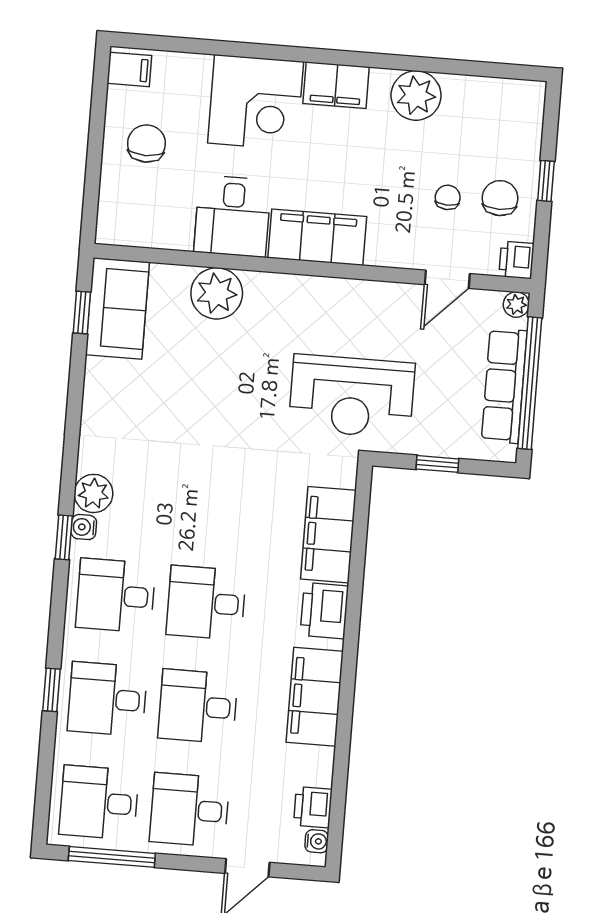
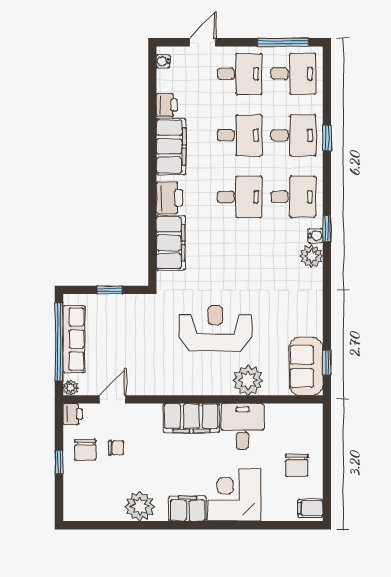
chair: (448, 197) -> (116, 448), turned -92
reception desk: (352, 396) -> (215, 328), moved
printer: (313, 807) -> (167, 105), moved

